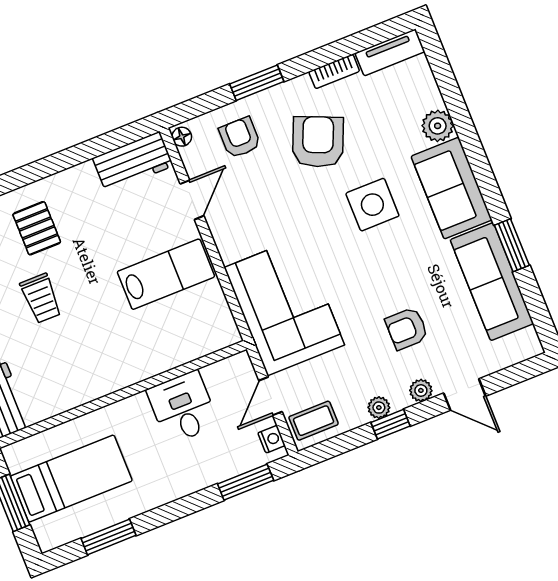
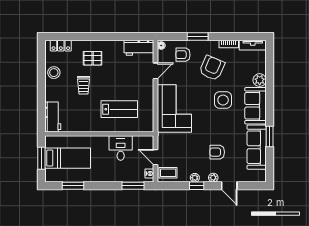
armchair: (240, 138) -> (183, 55), turned -90
pallet: (37, 228) -> (93, 58), turned 90
lab bench: (166, 274) -> (119, 109), moved
corner sofa: (284, 306) -> (174, 108), moved
door: (270, 396) -> (155, 157), hinge flipped

